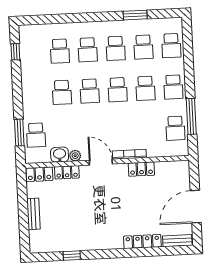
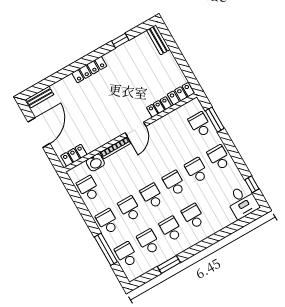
desk: (33, 40) -> (242, 202), added
school desk: (60, 51) -> (219, 158), moved
window: (191, 116) -> (106, 249), moved
washbasin: (60, 155) -> (95, 163), moved
plant: (75, 156) -> (159, 124), removed
door: (101, 162) -> (135, 129), hinge flipped
locker: (141, 169) -> (74, 155), moved
bench: (33, 214) -> (158, 40), moved
locker: (142, 241) -> (89, 70), moved

